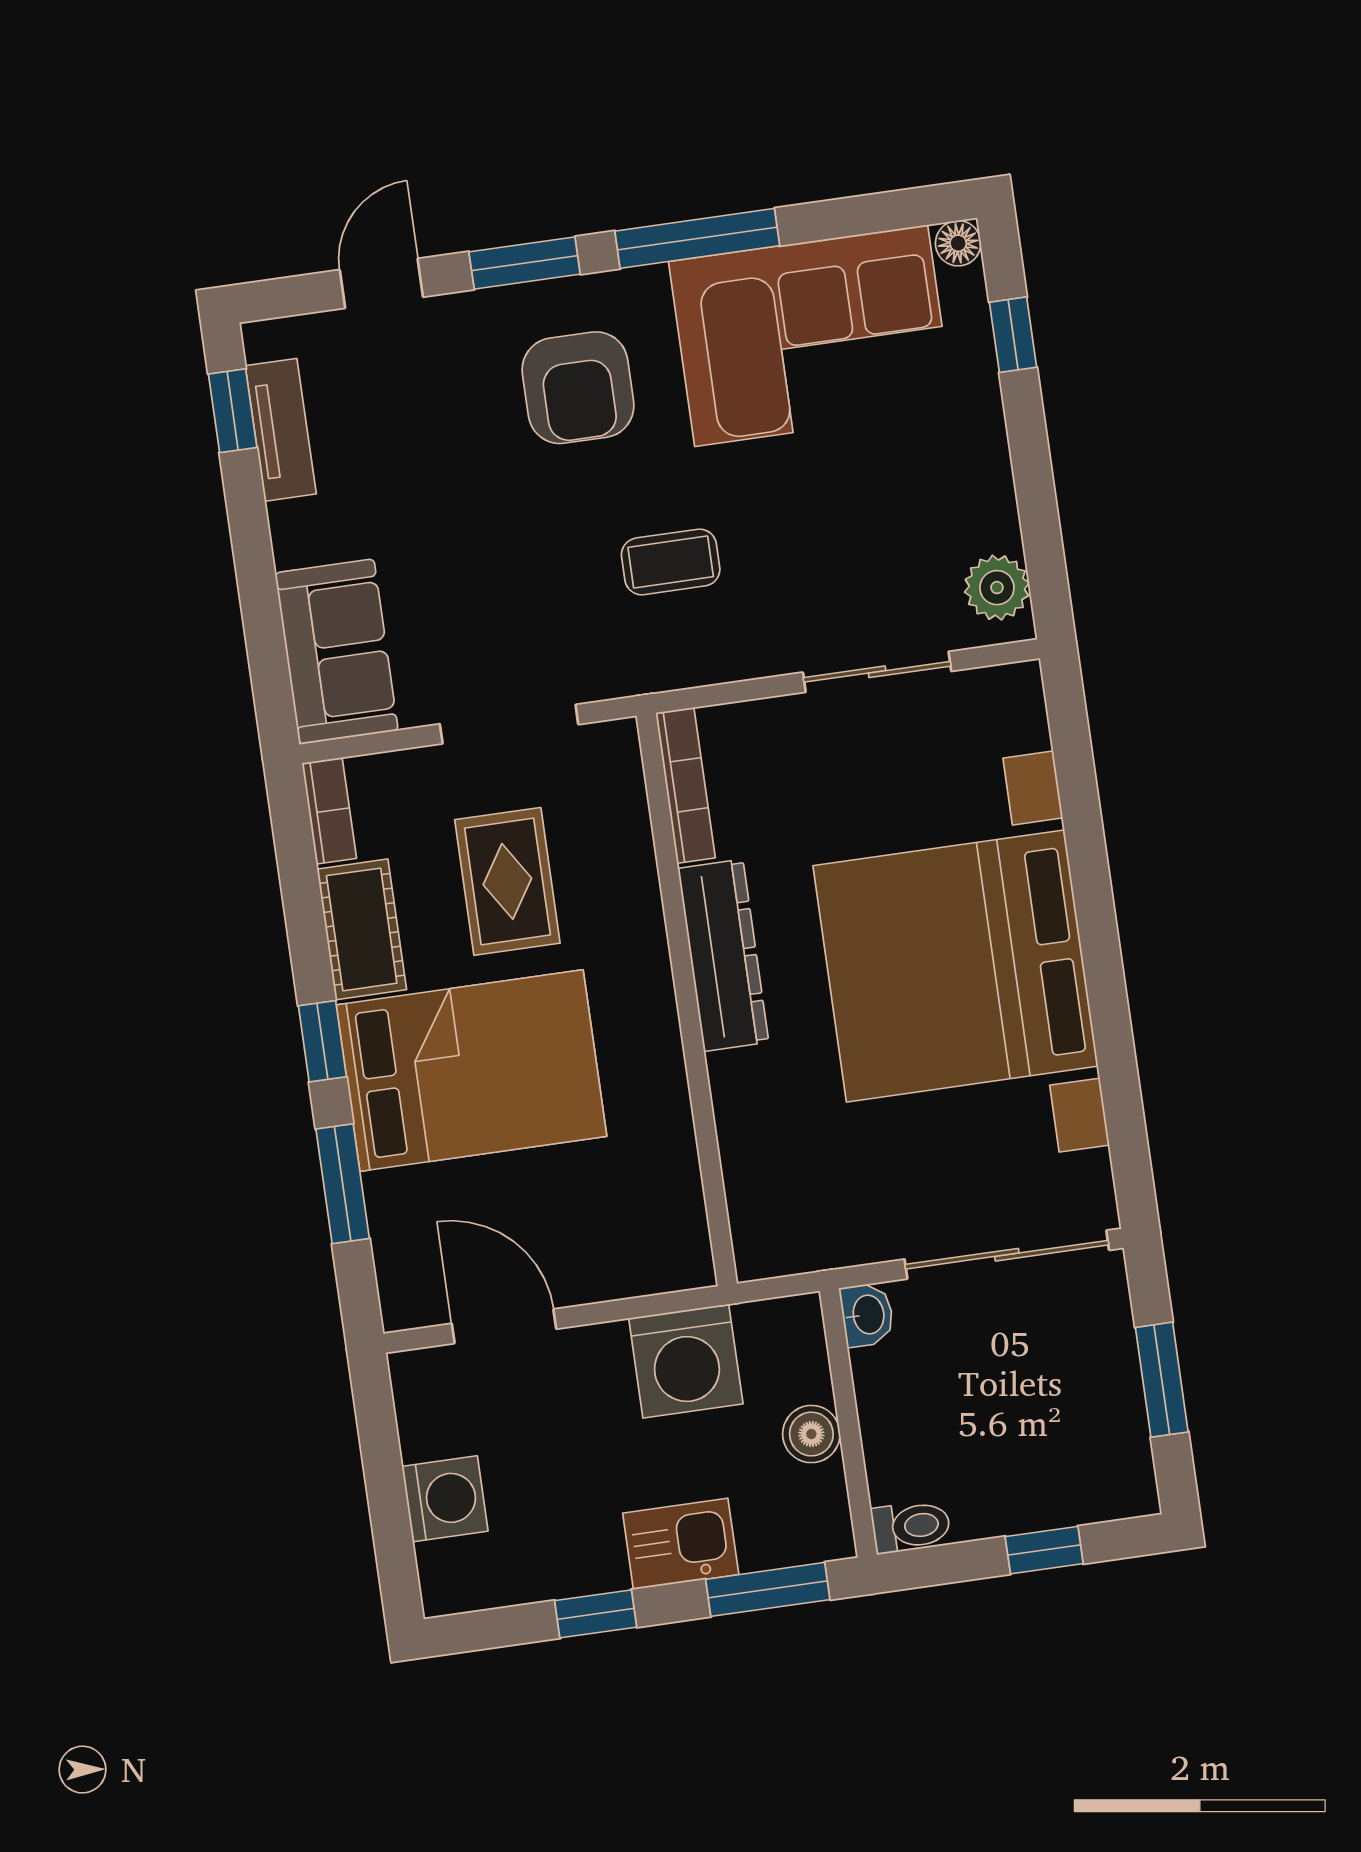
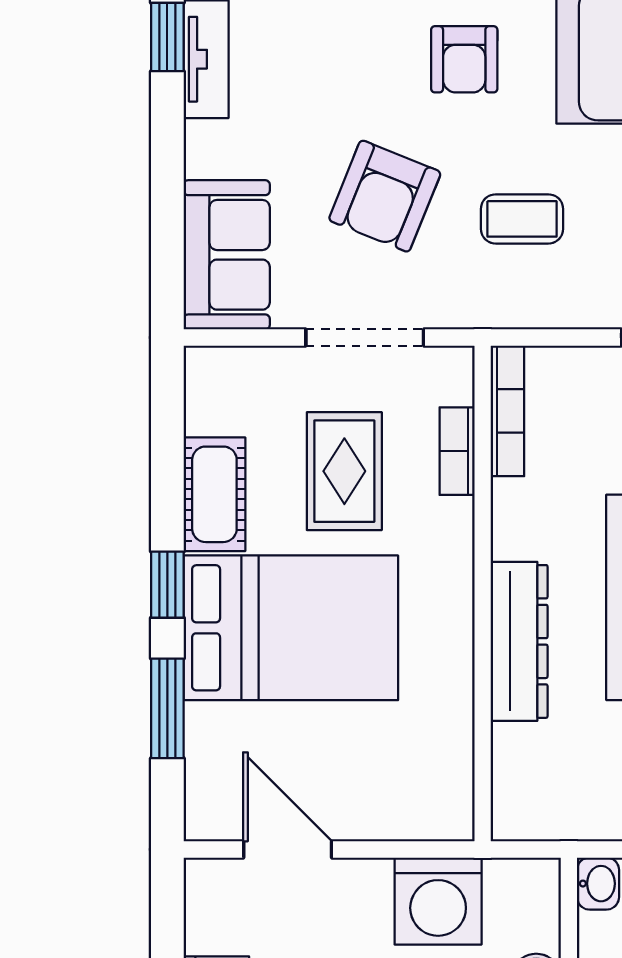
armchair: (578, 388) -> (464, 59), width x0.72, depth x0.72
armchair: (509, 558) -> (385, 196), added
bookcase: (329, 811) -> (457, 451), moved, turned 180
dresser: (723, 955) -> (519, 641), moved

